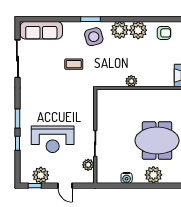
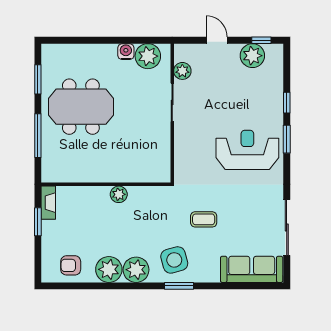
reception desk: (53, 139) -> (247, 150), moved
plant: (153, 175) -> (148, 56), moved

